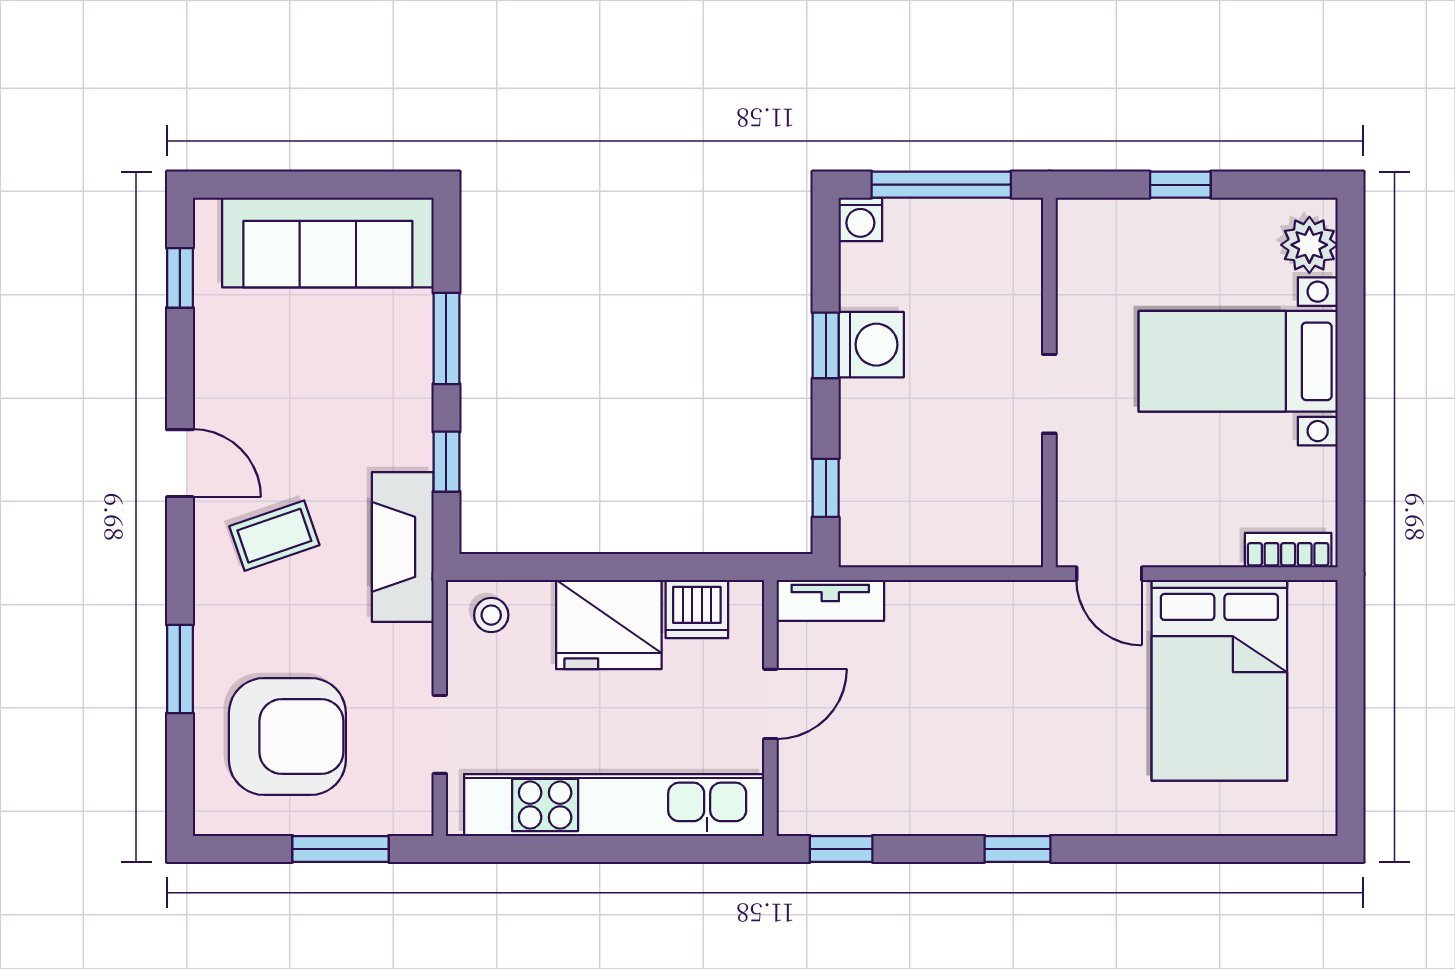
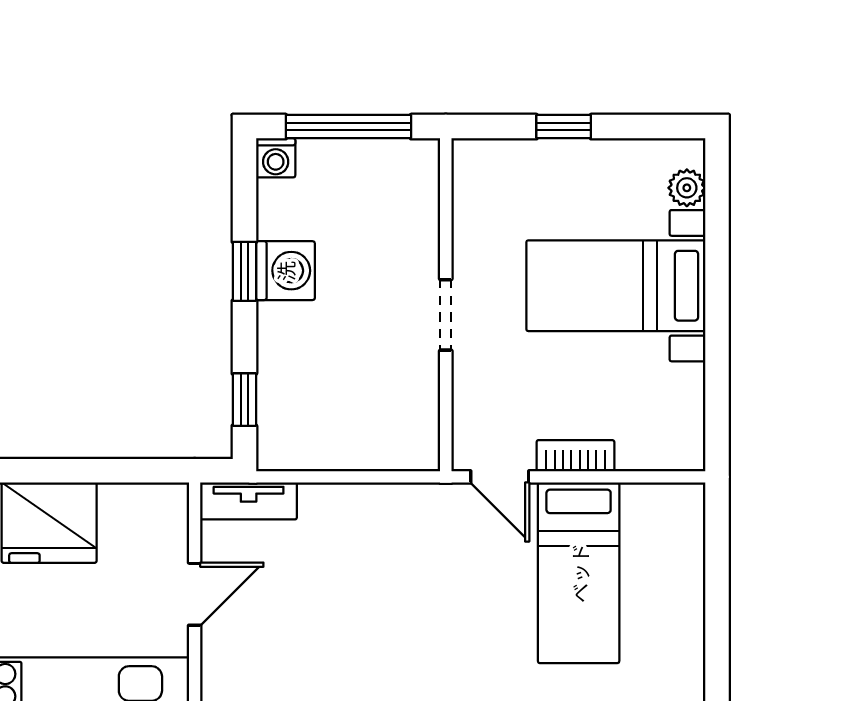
plant: (1309, 245) -> (687, 188), width x0.73, depth x0.73
bookcase: (1288, 550) -> (575, 456), moved
dishwasher: (697, 609) -> (128, 509), removed
bed: (1219, 680) -> (579, 573), width x0.67

